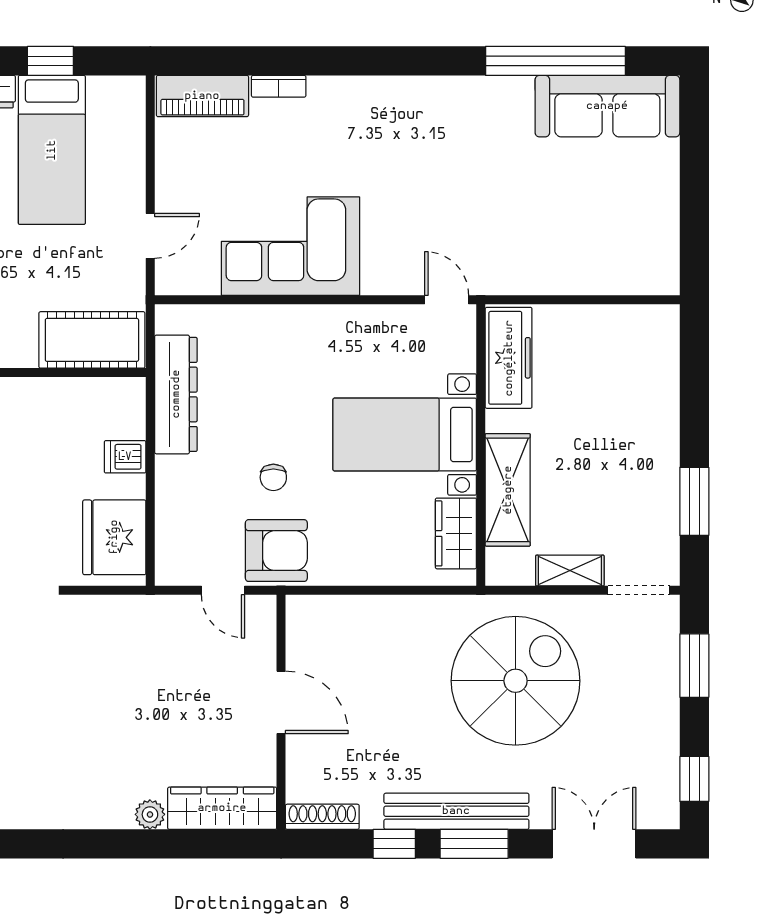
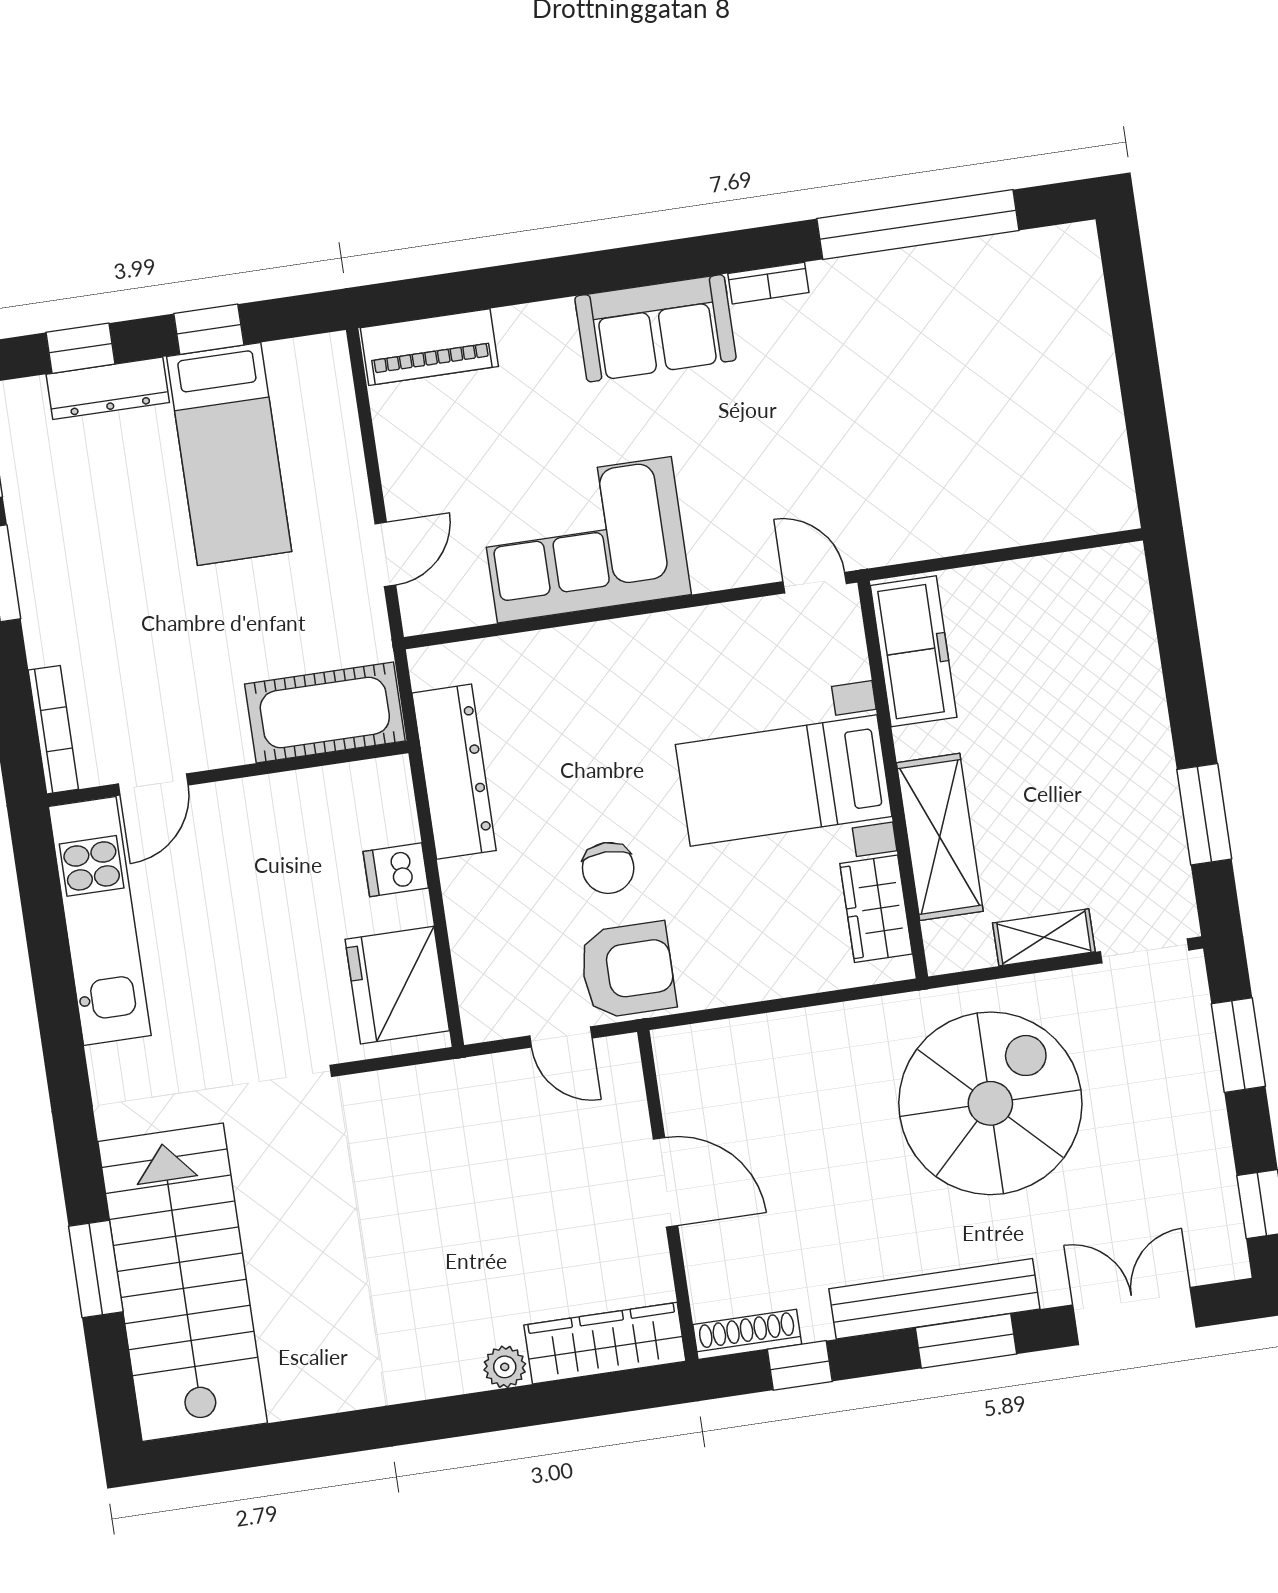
bookcase: (279, 86) -> (768, 283), moved
sofa: (607, 106) -> (656, 328), moved, width x0.73
chair: (273, 477) -> (608, 868), width x1.37, depth x1.37
window: (394, 844) -> (800, 1365), moved

